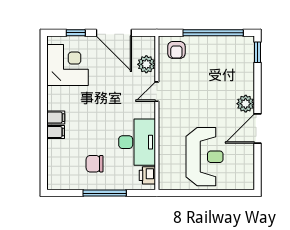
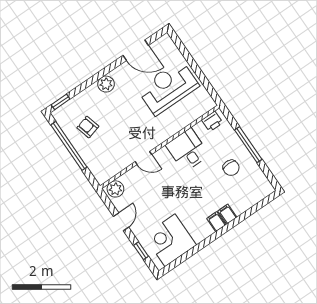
door: (114, 33) -> (121, 222), width x0.53
armchair: (176, 50) -> (88, 127), moved, turned -105
plant: (146, 64) -> (115, 189), moved
door: (257, 129) -> (136, 50), moved
desk: (137, 142) -> (187, 150), width x0.73

